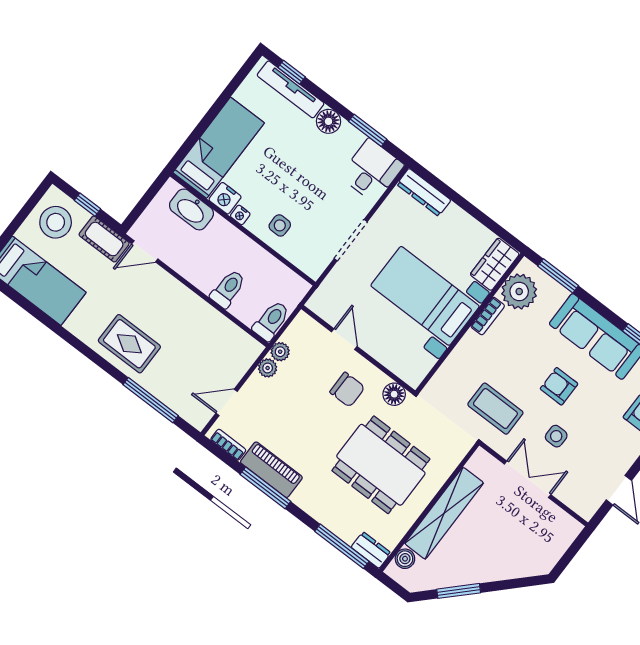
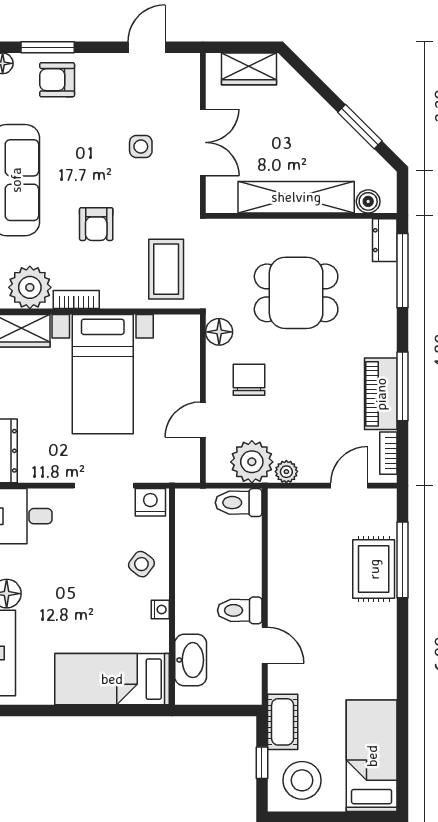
nightstand: (225, 198) -> (150, 502), moved, turned -90
side table: (280, 225) -> (141, 564), turned 37
door: (145, 251) -> (265, 645), moved
toilet: (228, 289) -> (240, 610), moved
rug: (129, 344) -> (374, 569), moved
plant: (280, 352) -> (252, 462), width x1.88, depth x1.88
armchair: (559, 386) -> (96, 224), moved
door: (227, 402) -> (349, 486), swing flipped
coffee table: (495, 409) -> (166, 269), moved
dining table: (381, 465) -> (296, 293), width x0.73
double door: (528, 479) -> (203, 142), swing flipped
wardrobe: (553, 547) -> (249, 69), added

